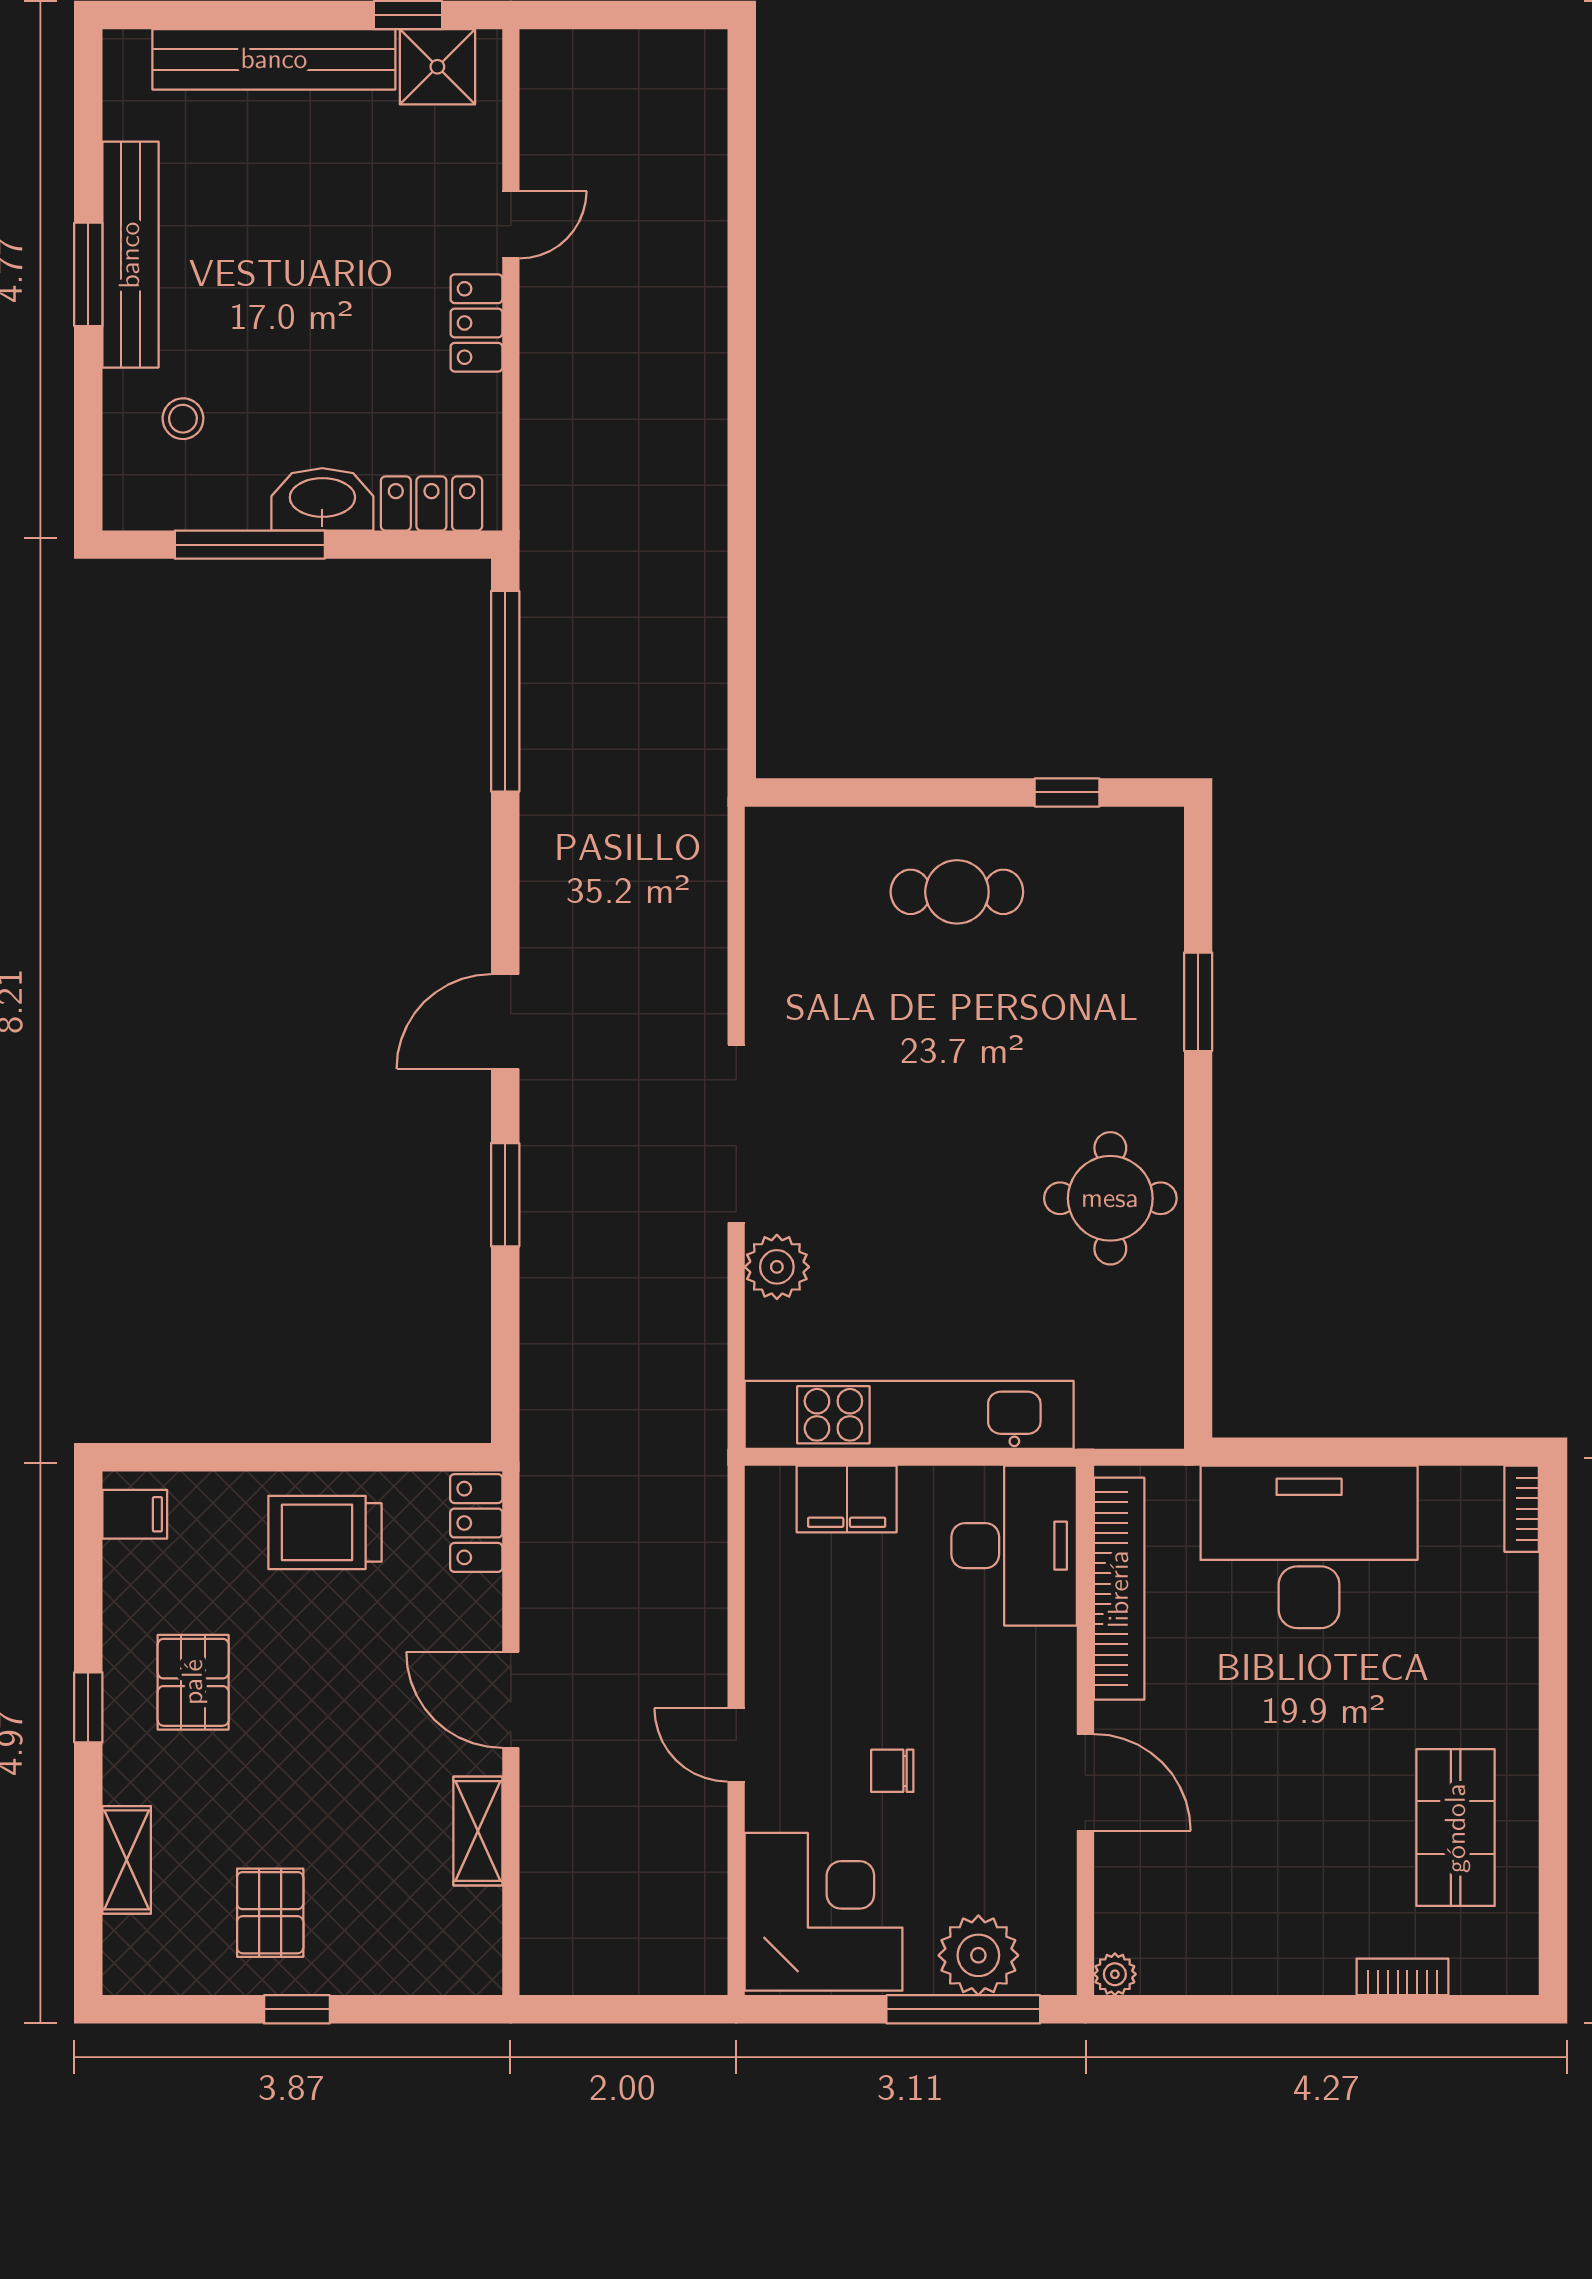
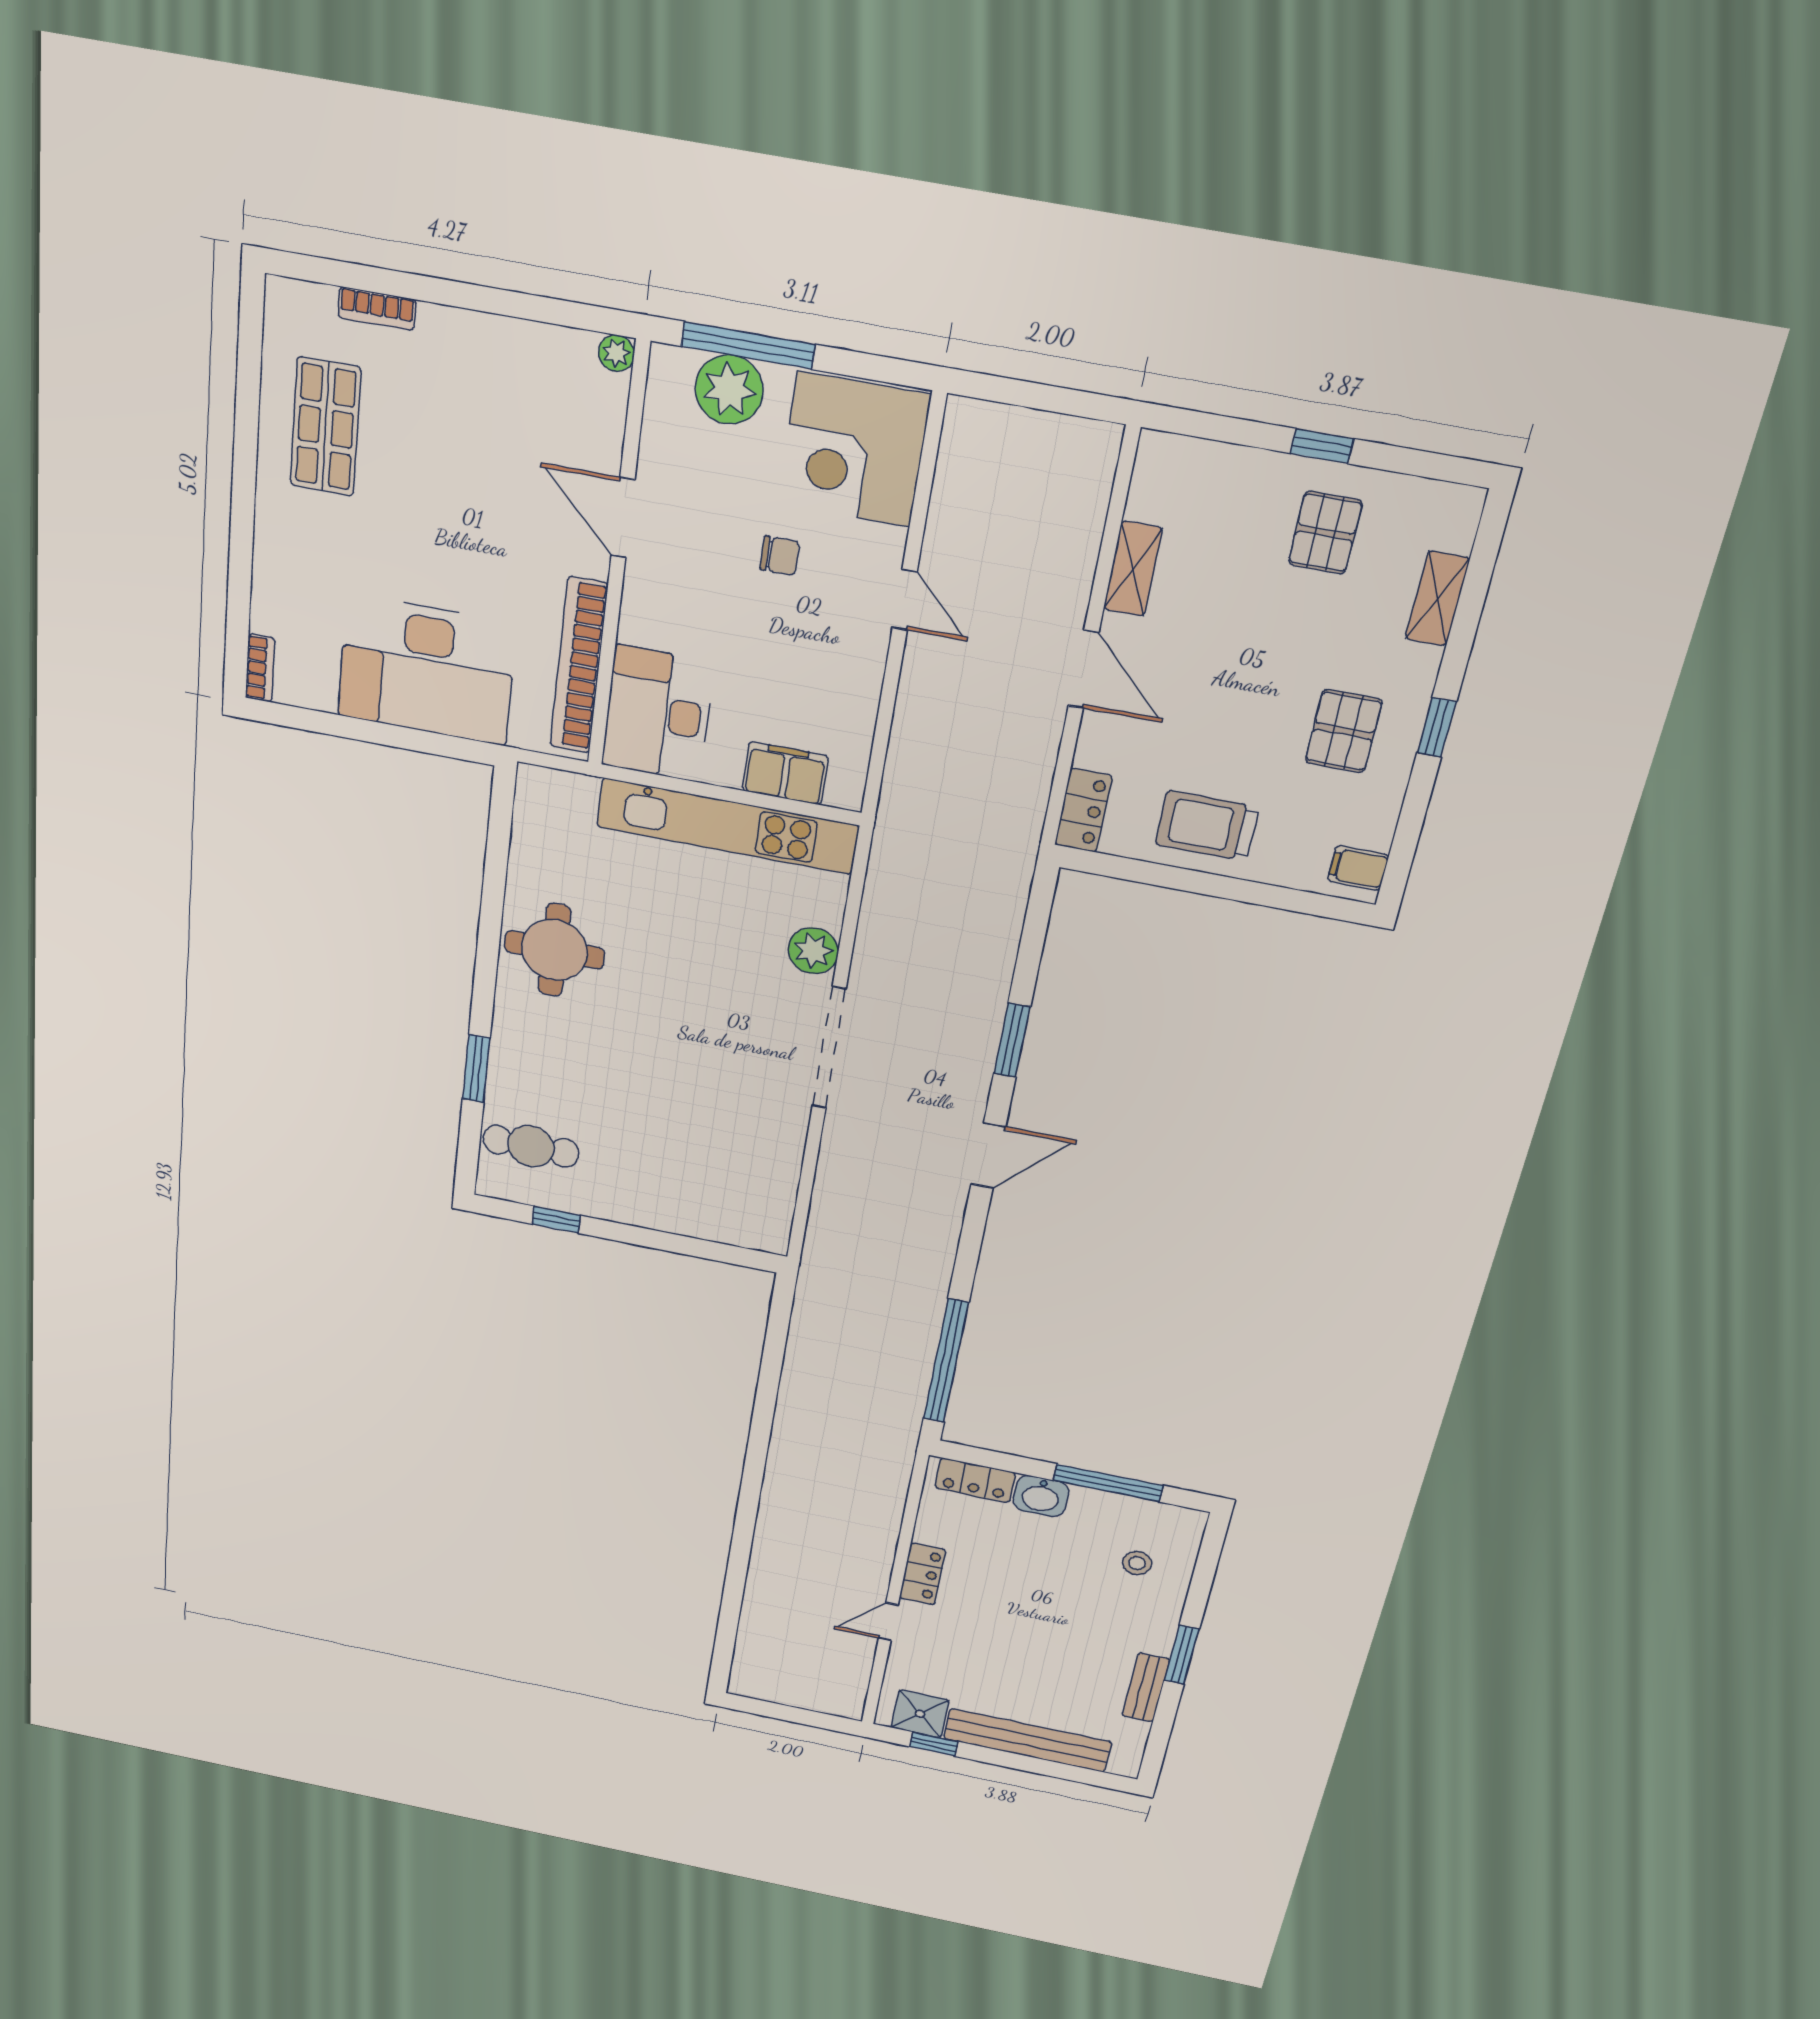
bench: (130, 255) -> (1146, 1688), width x0.54, depth x0.82
washbasin: (322, 499) -> (1041, 1496), width x0.72
cafe table: (957, 892) -> (531, 1146), moved
trolley: (325, 1532) -> (1207, 826), turned 180

